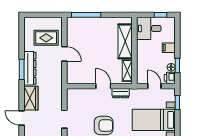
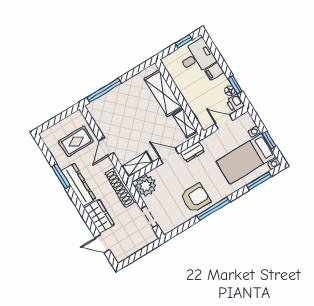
desk: (149, 28) -> (197, 57), moved, turned 180
door: (64, 54) -> (106, 147), swing flipped
window: (22, 69) -> (61, 176), moved
shelving: (78, 79) -> (137, 164), added
shoe rack: (57, 87) -> (121, 187), added
plant: (75, 97) -> (146, 186), added
window: (177, 103) -> (269, 140), moved

